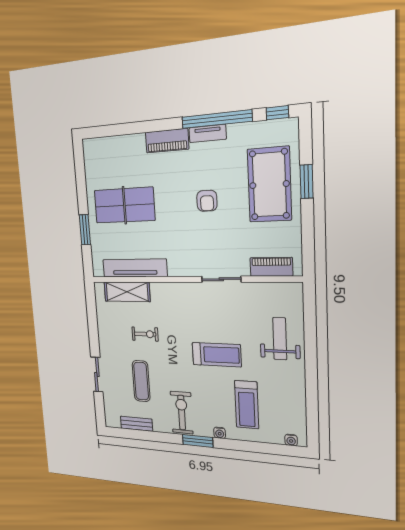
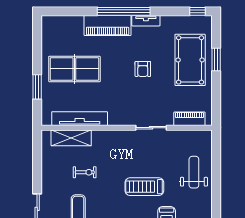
window: (217, 119) -> (124, 11), moved
piano: (167, 141) -> (108, 25), width x1.37, depth x1.33
treadmill: (217, 355) -> (144, 187), turned 180

